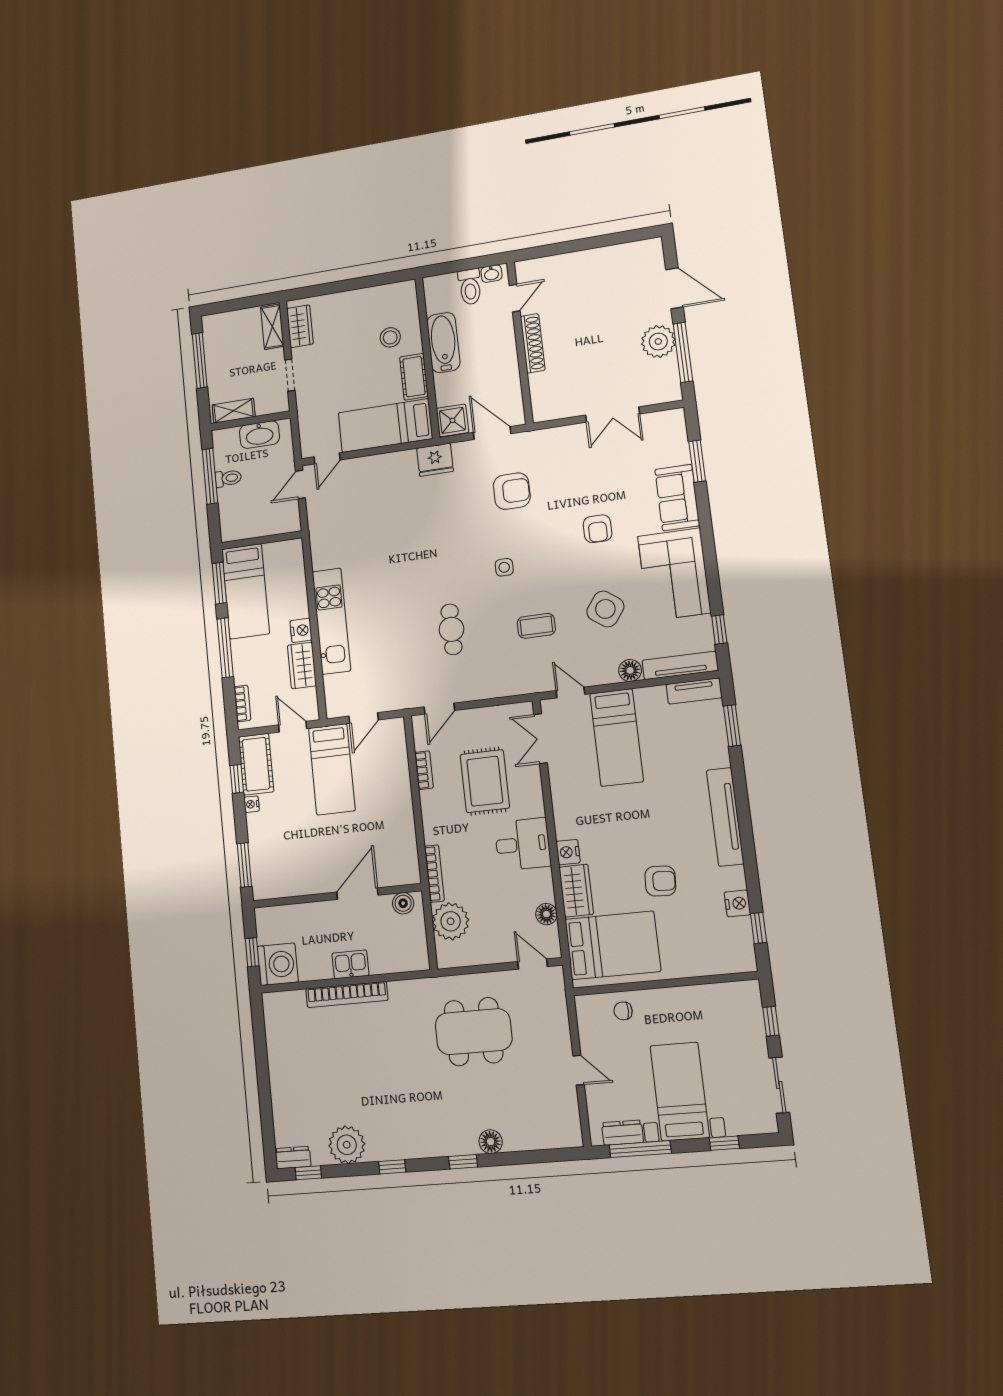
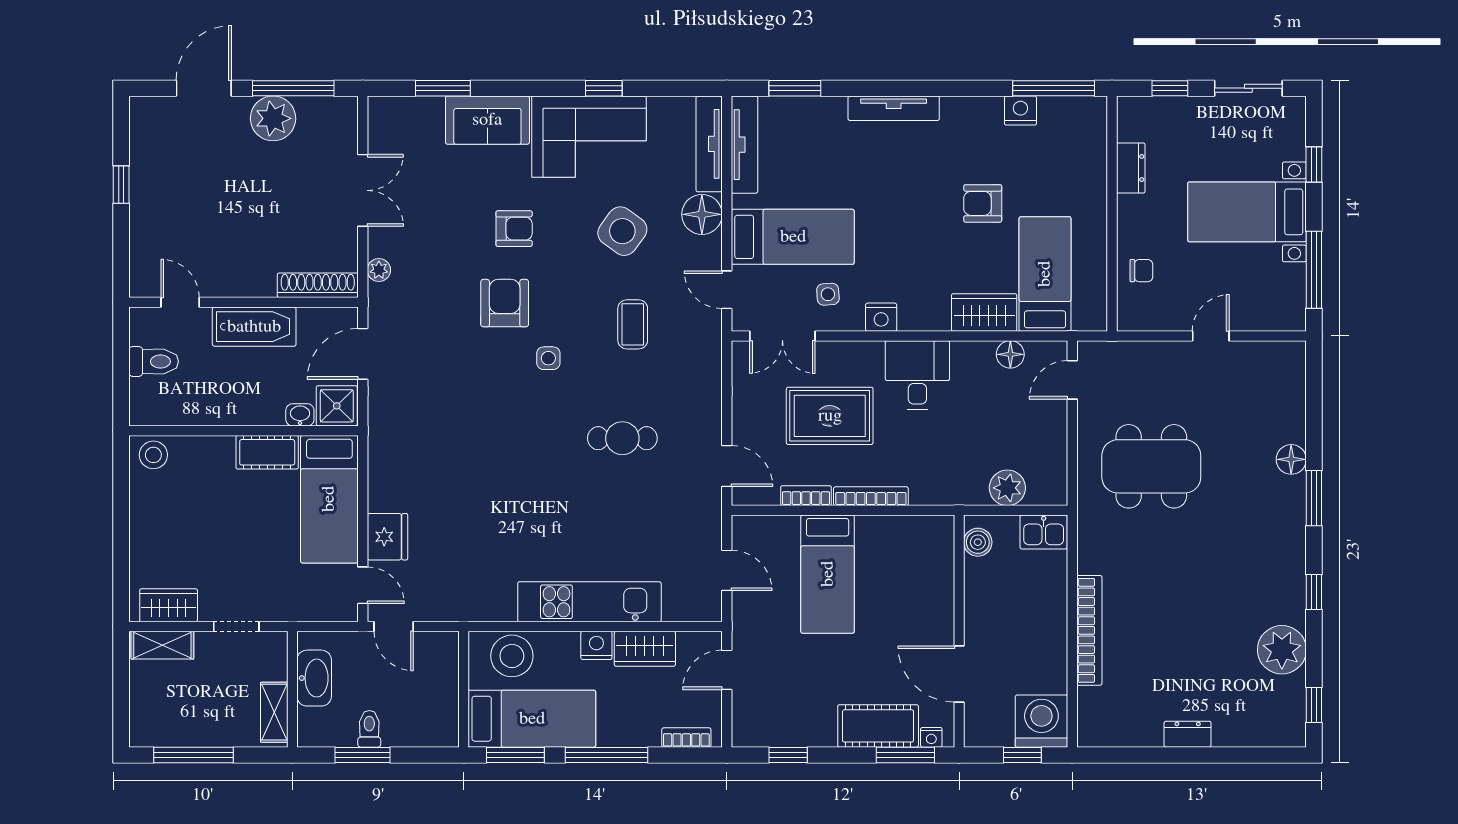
window: (595, 242) -> (121, 185), added
washbasin: (491, 274) -> (300, 415), moved, turned -90
stool: (390, 337) -> (153, 455), moved
bathtub: (443, 343) -> (254, 327), moved, turned 180
shoe rack: (533, 343) -> (318, 285), moved
plant: (555, 435) -> (379, 270), added
fridge: (435, 460) -> (387, 537), moved
window: (210, 476) -> (362, 755), width x0.69
armchair: (512, 491) -> (505, 303), moved
stool: (288, 571) -> (512, 656), added
window: (719, 629) -> (604, 88), moved
floor lamp: (630, 670) -> (702, 214), width x1.38, depth x1.38
tv unit: (694, 691) -> (744, 145), width x1.41
door: (570, 693) -> (727, 290), hinge flipped
cot: (256, 764) -> (878, 726), moved
bed: (332, 769) -> (828, 574), moved, turned 90
side table: (576, 769) -> (828, 294), added
nightstand: (252, 804) -> (931, 737), moved
tv unit: (725, 817) -> (894, 108), width x0.73, depth x0.78
nightstand: (568, 852) -> (881, 317), moved
bookcase: (434, 874) -> (871, 496), moved
armchair: (660, 881) -> (983, 203), turned -93
door: (357, 894) -> (959, 674), moved
plant: (451, 921) -> (1007, 488), width x0.73, depth x0.73
window: (759, 928) -> (1054, 88), width x2.17
bed: (613, 945) -> (1045, 274), width x0.67
kitchen sink: (350, 964) -> (1044, 532), moved, turned -90
chair: (623, 1011) -> (1141, 271), turned -90
dining table: (474, 1032) -> (1151, 466), turned 90
dresser: (623, 1133) -> (1131, 168), moved, turned 180
dresser: (293, 1158) -> (1188, 734), moved, turned 90
window: (463, 1162) -> (1314, 498), width x1.50

